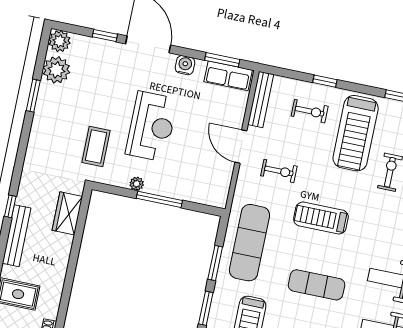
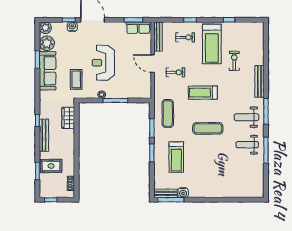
water cooler: (185, 65) -> (72, 27), moved
sofa: (47, 120) -> (48, 71), added
reception desk: (152, 126) -> (103, 63), turned 180
exercise mat: (249, 243) -> (168, 113), width x0.73, depth x0.69

